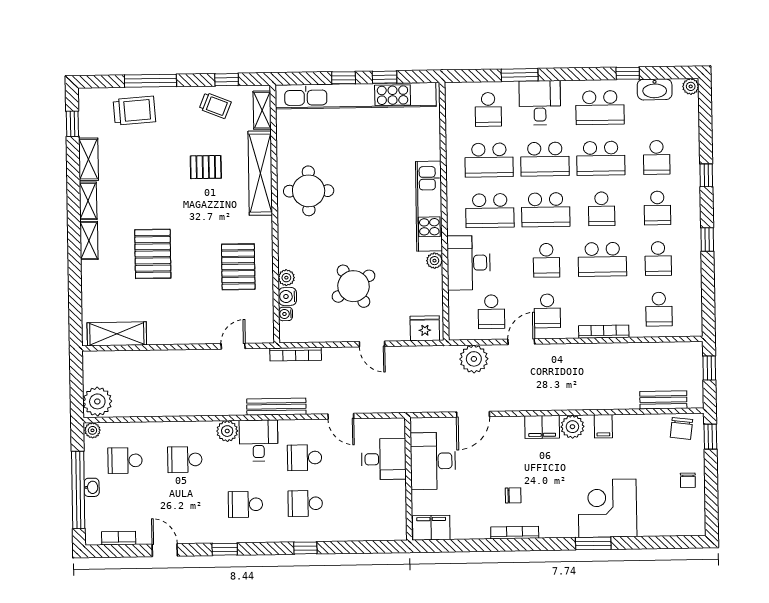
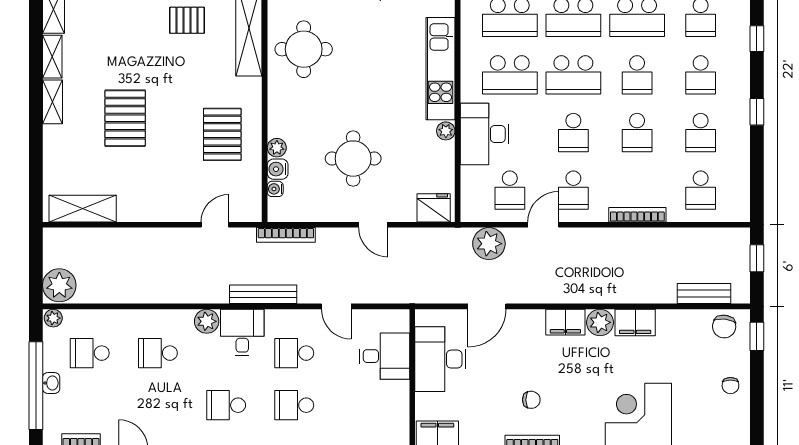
school desk: (602, 259) -> (637, 133), width x0.54
round table: (354, 286) -> (353, 159), turned 33
filing cabinet: (603, 426) -> (635, 323), width x2.00

